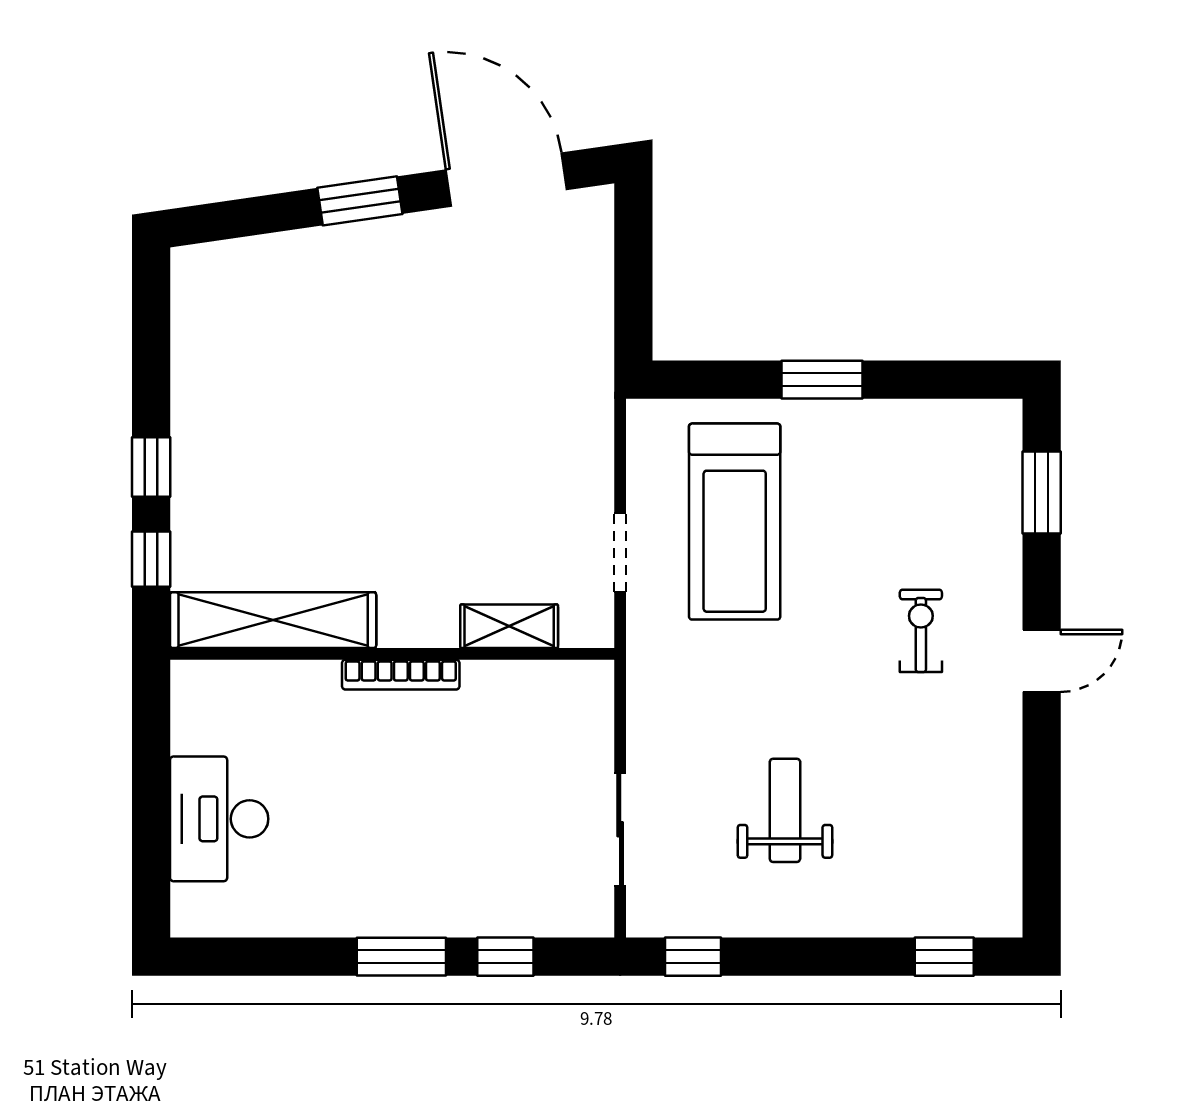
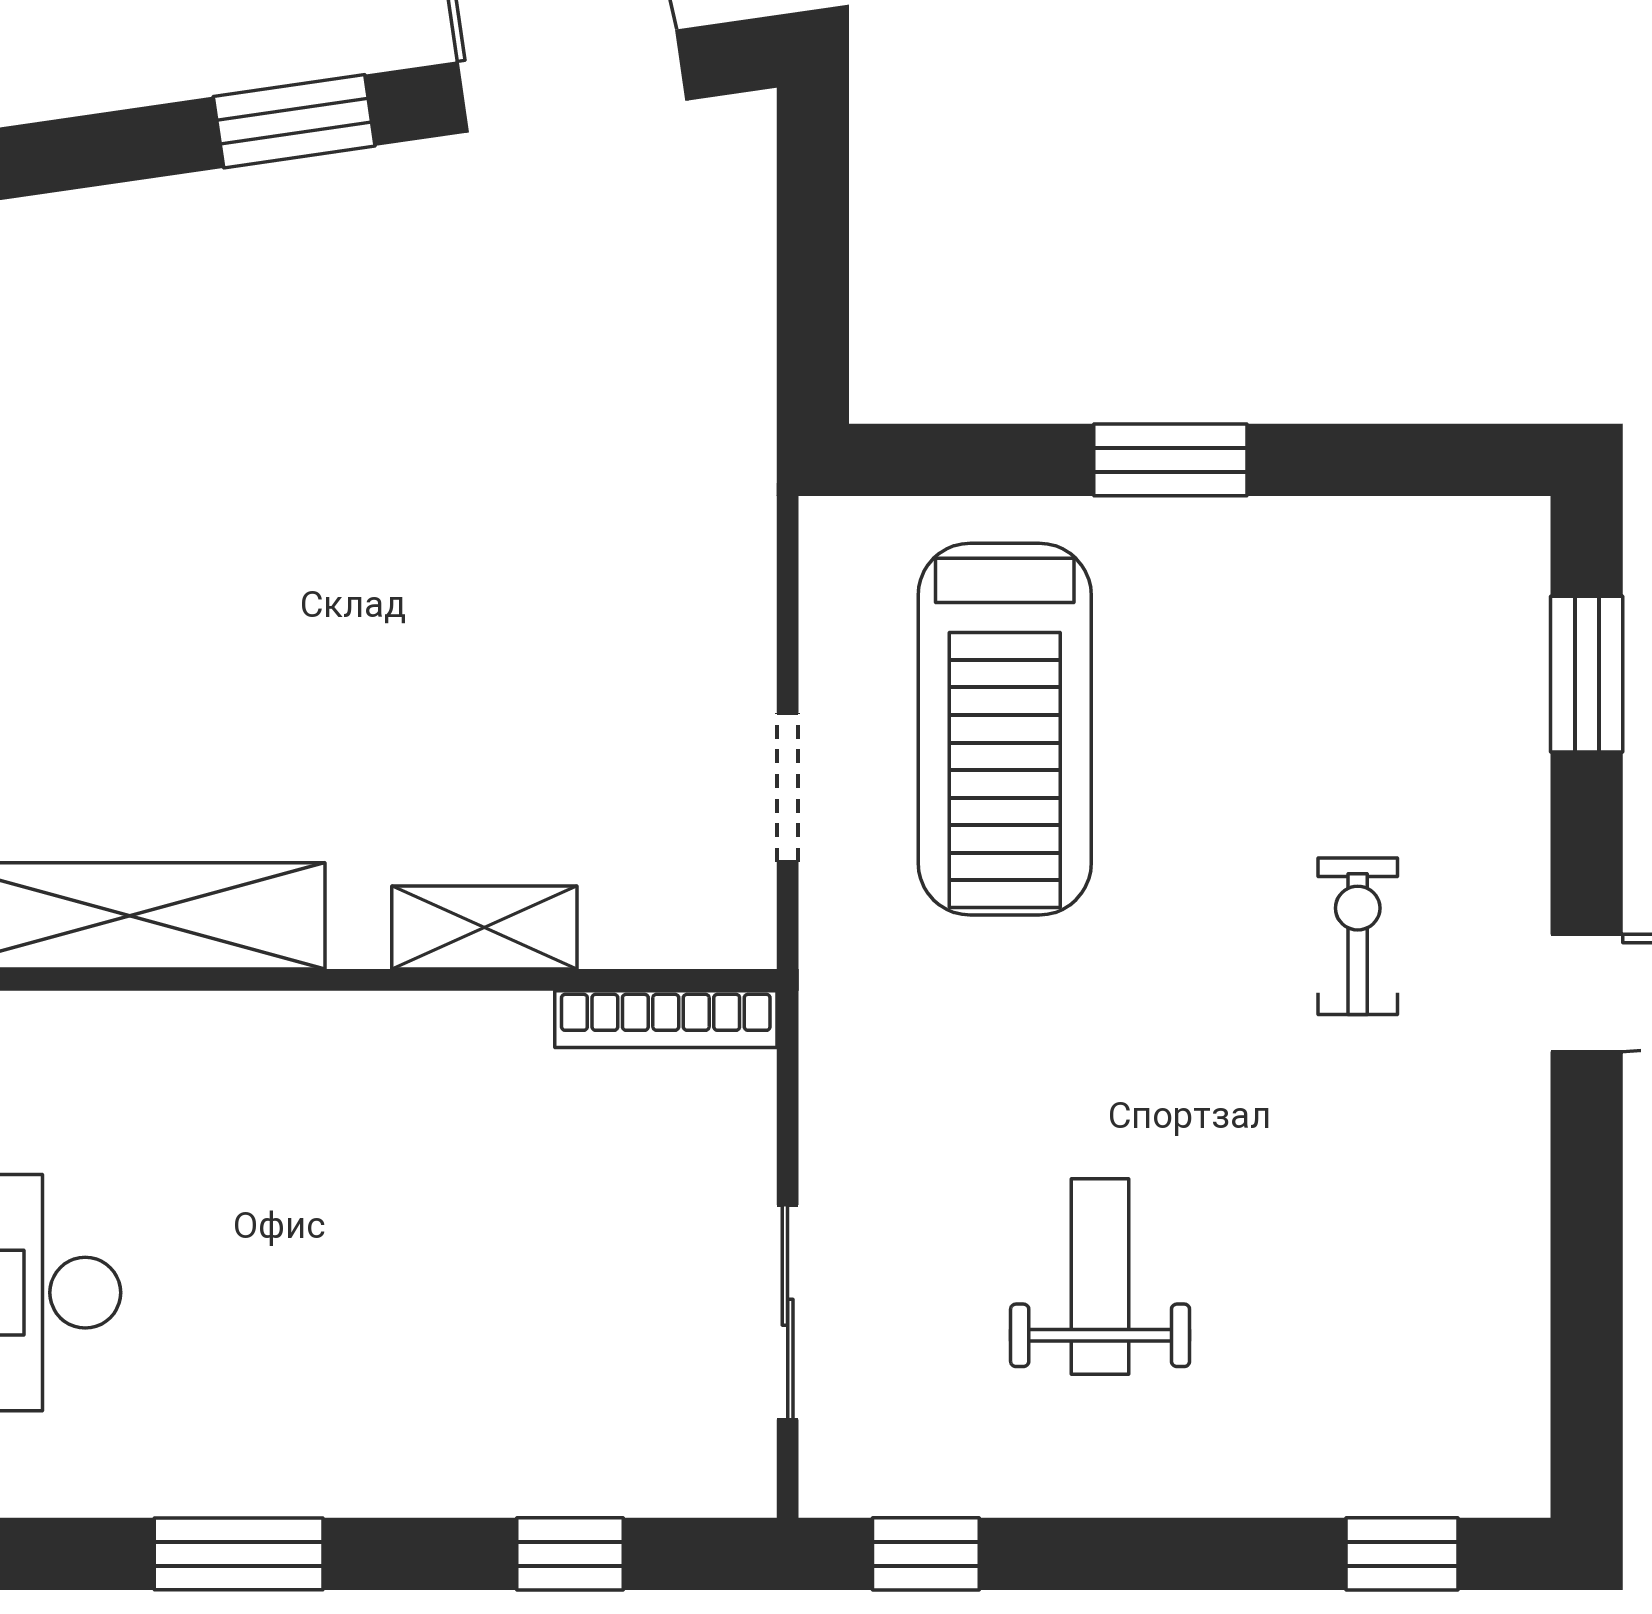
shelving: (509, 626) -> (484, 927), moved
bookcase: (401, 675) -> (666, 1019), moved
window: (401, 957) -> (239, 1554), moved

